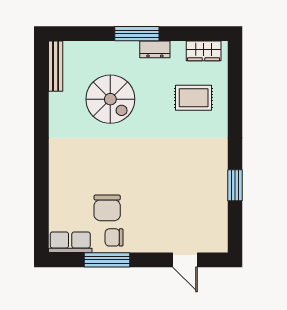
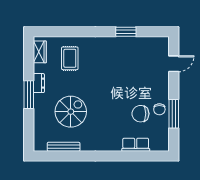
bench: (56, 66) -> (64, 147), moved
chair: (107, 208) -> (140, 114), turned 180
row of seats: (70, 242) -> (136, 145), moved, turned 90

